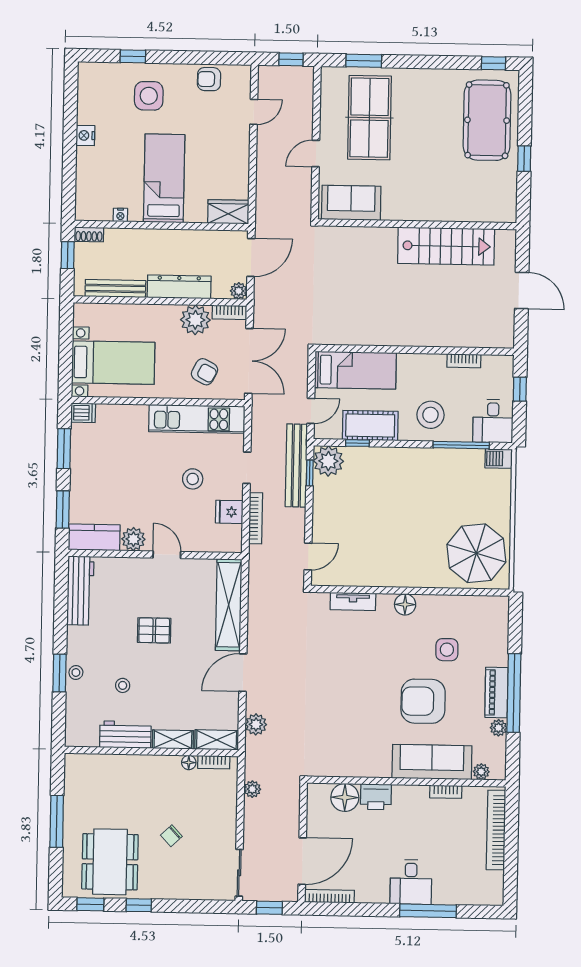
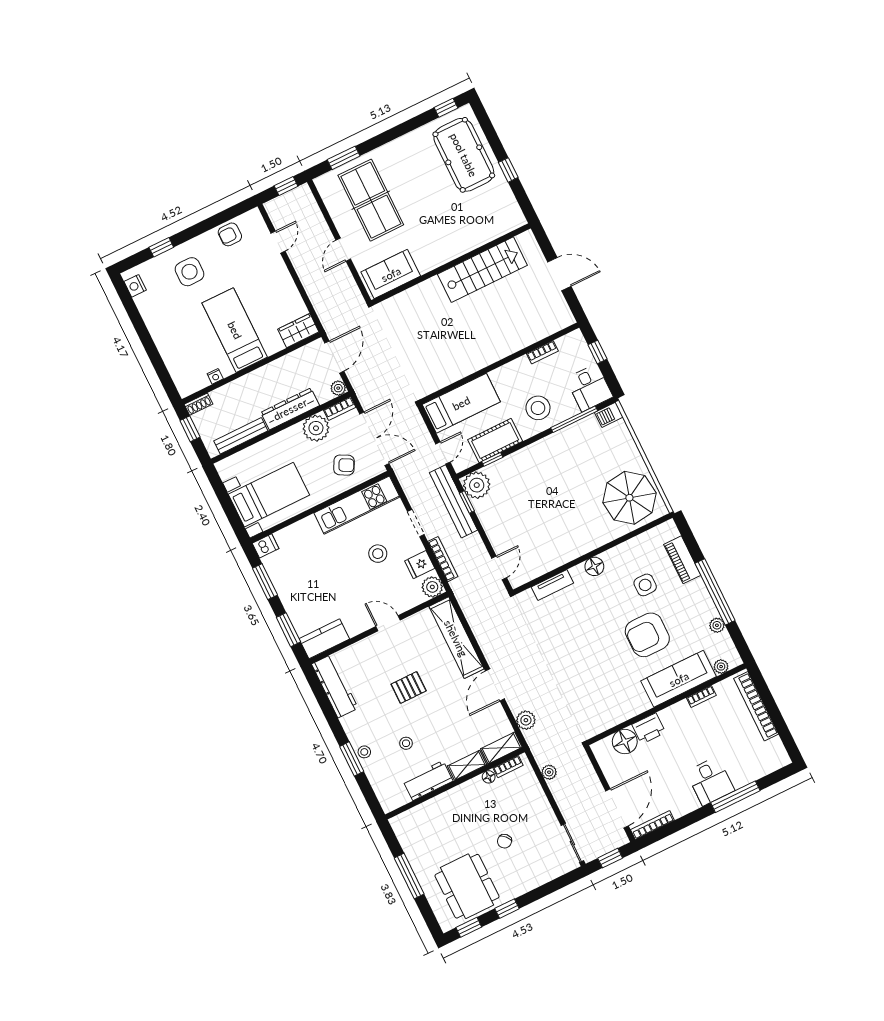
nightstand: (85, 135) -> (135, 286), moved
plant: (133, 539) -> (432, 587), moved
piano: (496, 692) -> (682, 560), moved

